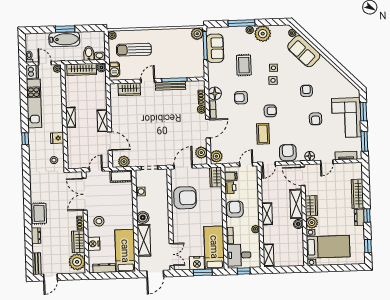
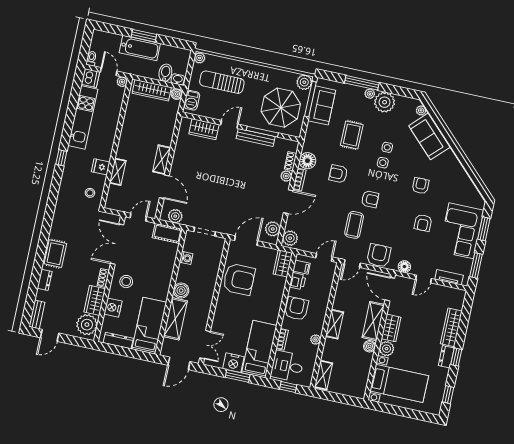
parasol: (184, 58) -> (281, 108), added
shelving: (71, 117) -> (118, 172), moved

